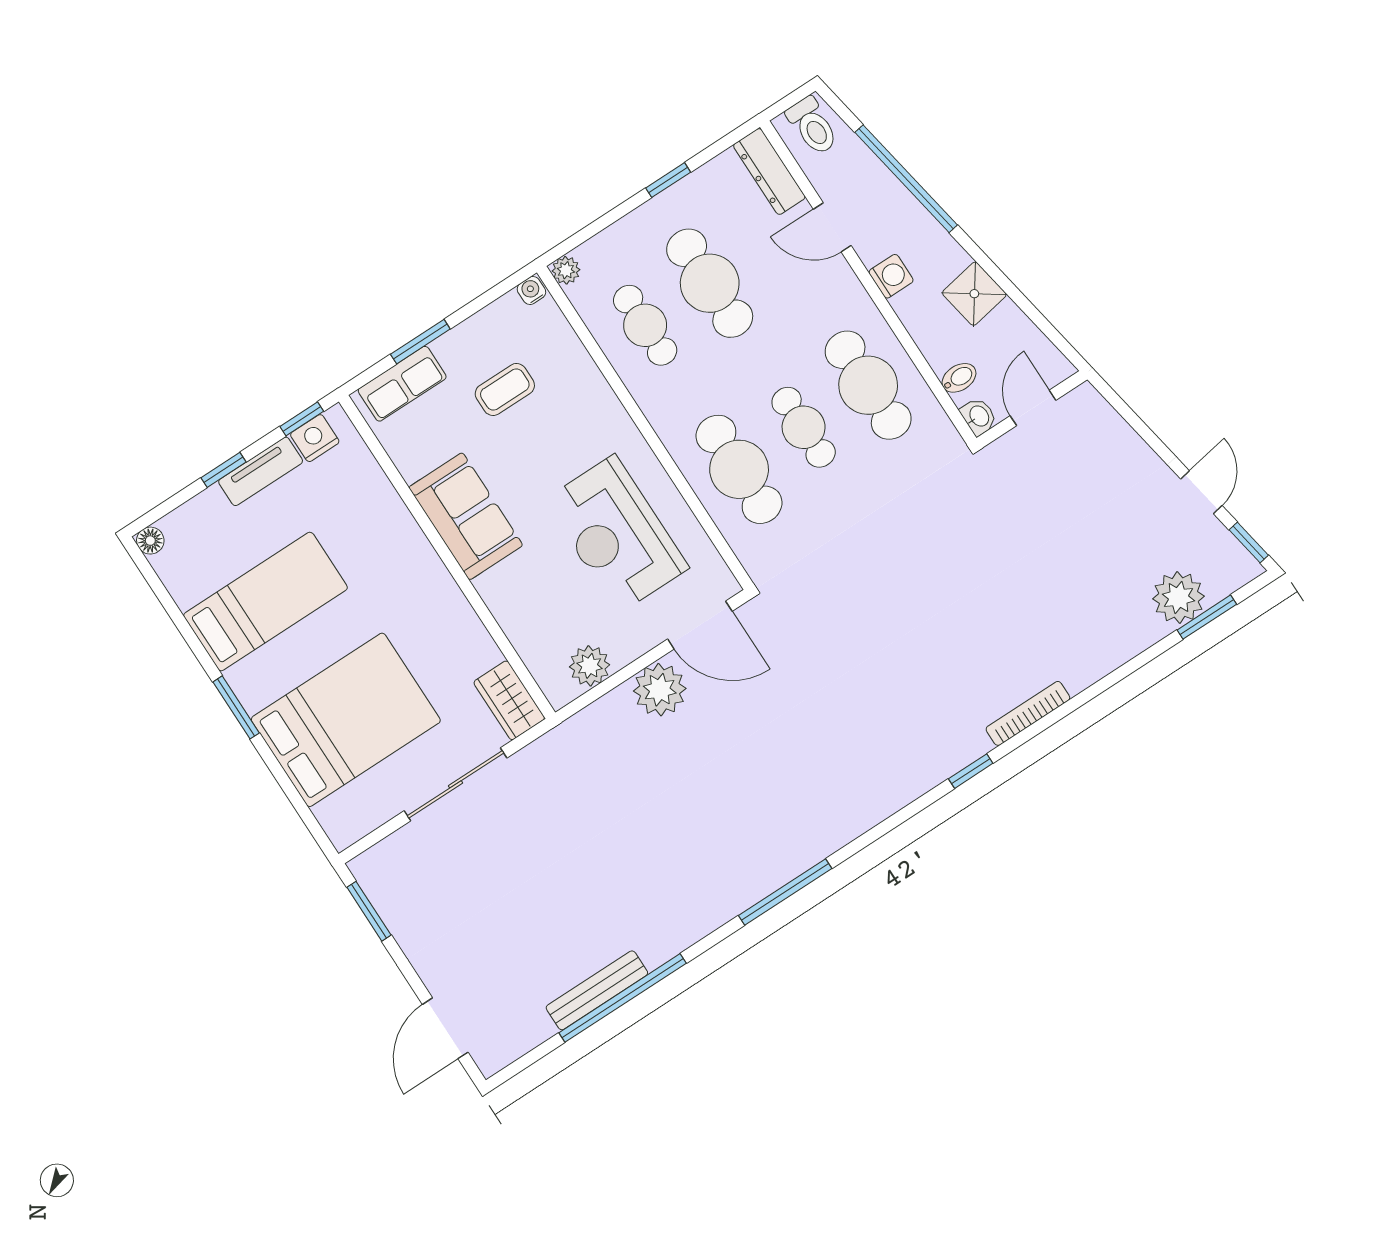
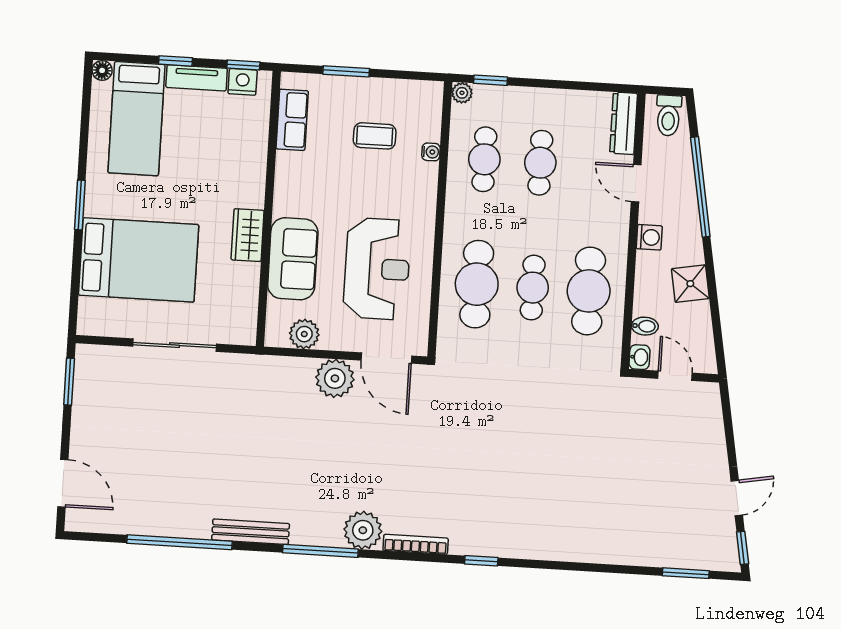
window: (668, 180) -> (490, 80), moved
cafe table: (710, 283) -> (540, 163), width x0.73, depth x0.74
water cooler: (531, 290) -> (431, 152), moved, turned 90
row of seats: (402, 384) -> (292, 120), moved, turned -90
door: (1033, 408) -> (675, 376), hinge flipped
sofa: (466, 516) -> (293, 259), moved
reception desk: (616, 534) -> (377, 269), turned 180
plant: (1178, 597) -> (363, 530), moved
bed: (265, 601) -> (136, 119), moved, turned 90
wardrobe: (509, 700) -> (248, 235), moved
bookcase: (1028, 713) -> (416, 544), moved
bench: (597, 990) -> (251, 532), moved
door: (445, 1028) -> (63, 483), swing flipped

